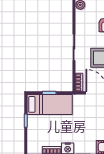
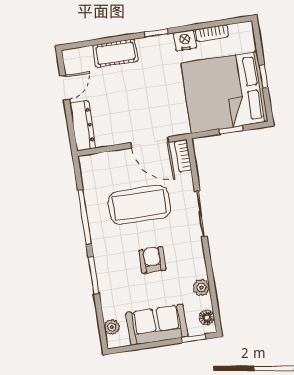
bed: (50, 104) -> (224, 92), width x2.04

